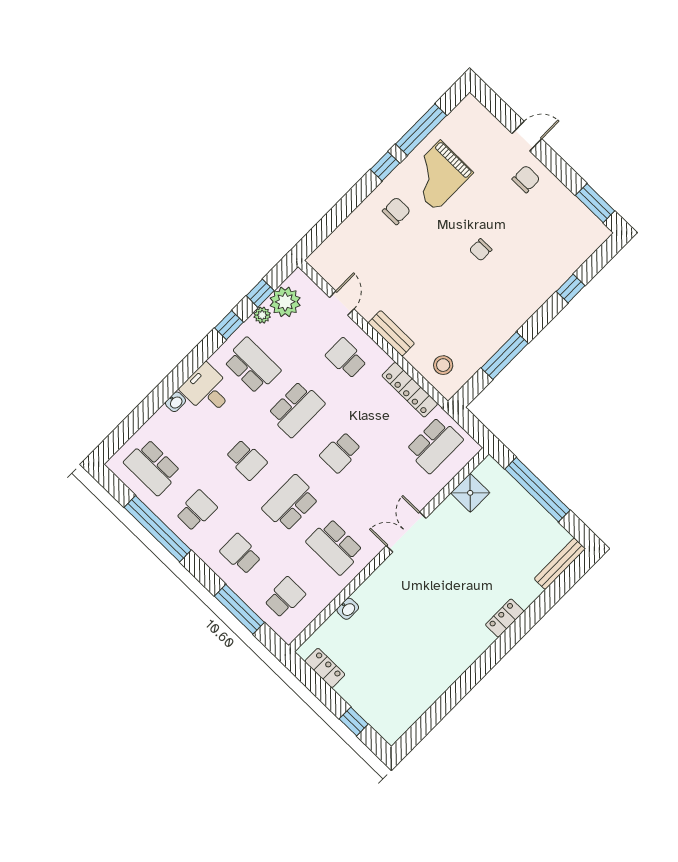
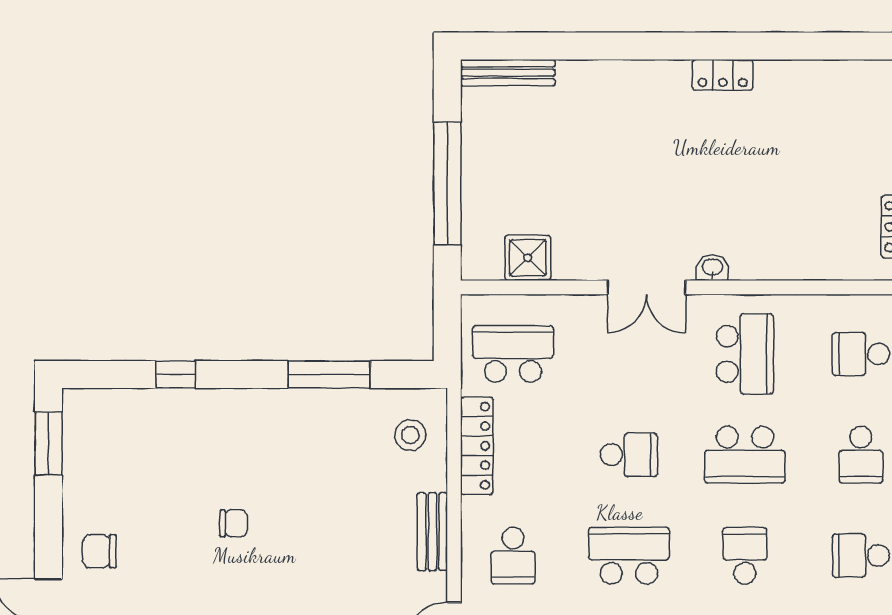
washbasin: (348, 609) -> (713, 268), moved
locker: (505, 618) -> (723, 75), moved

